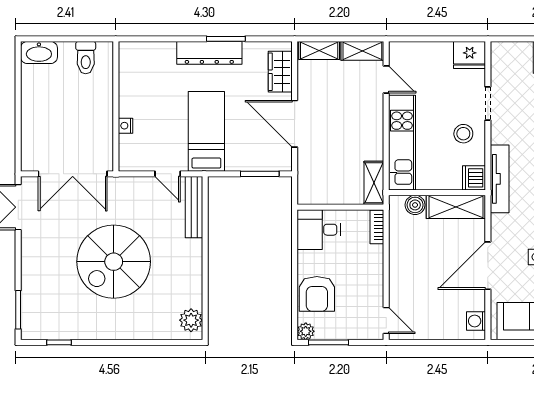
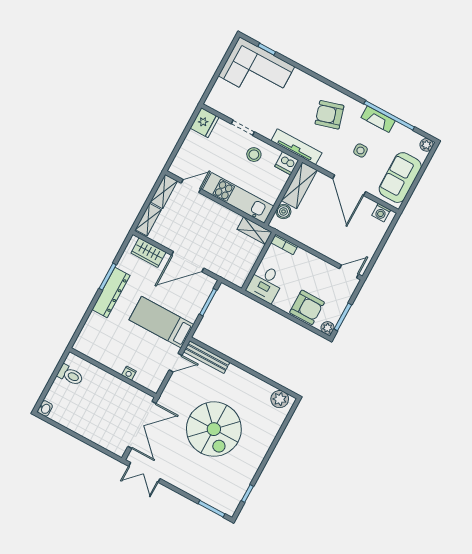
washbasin: (39, 52) -> (45, 408), width x0.52, depth x0.69

